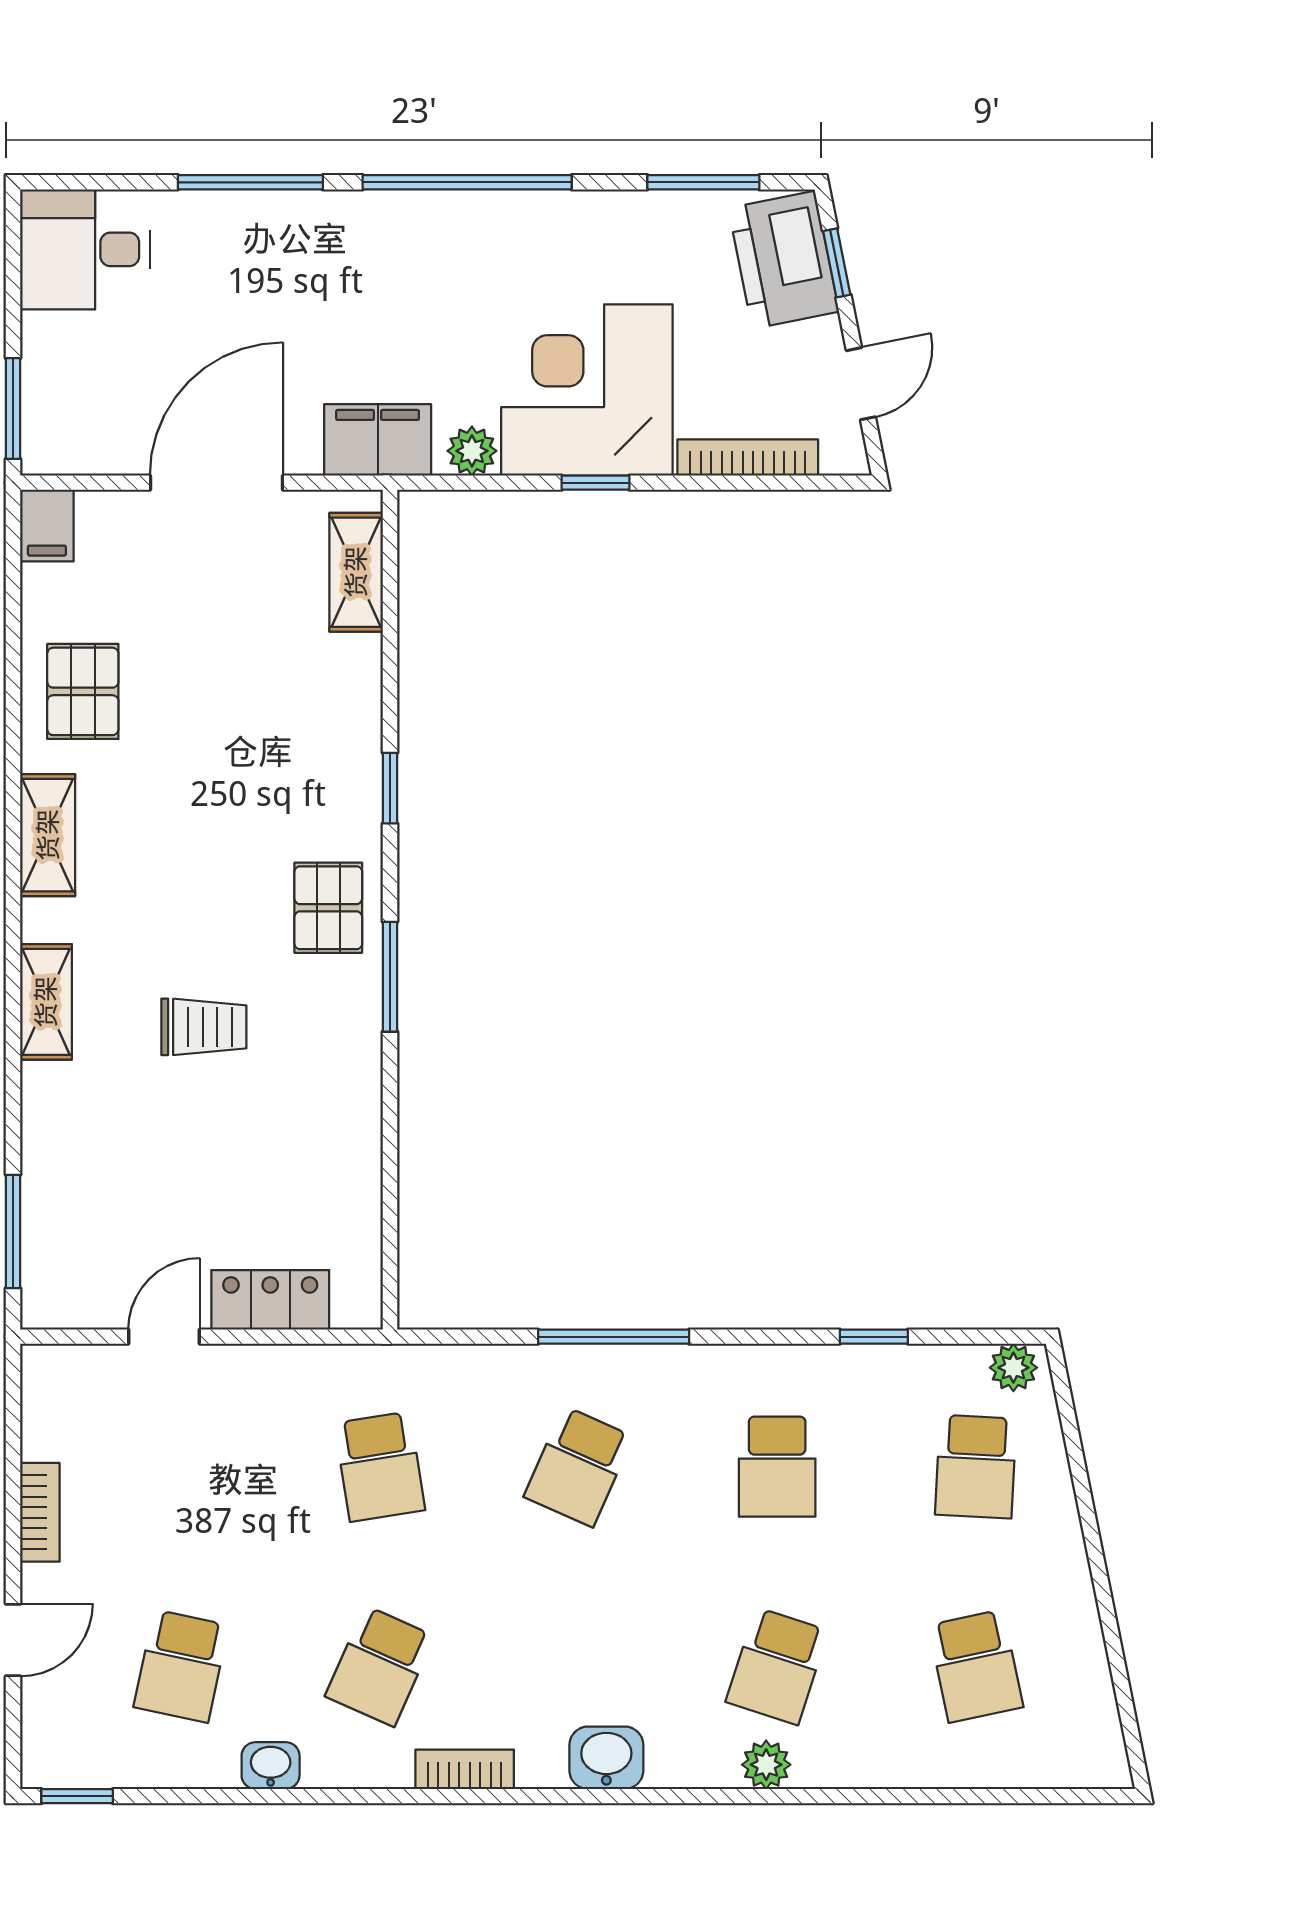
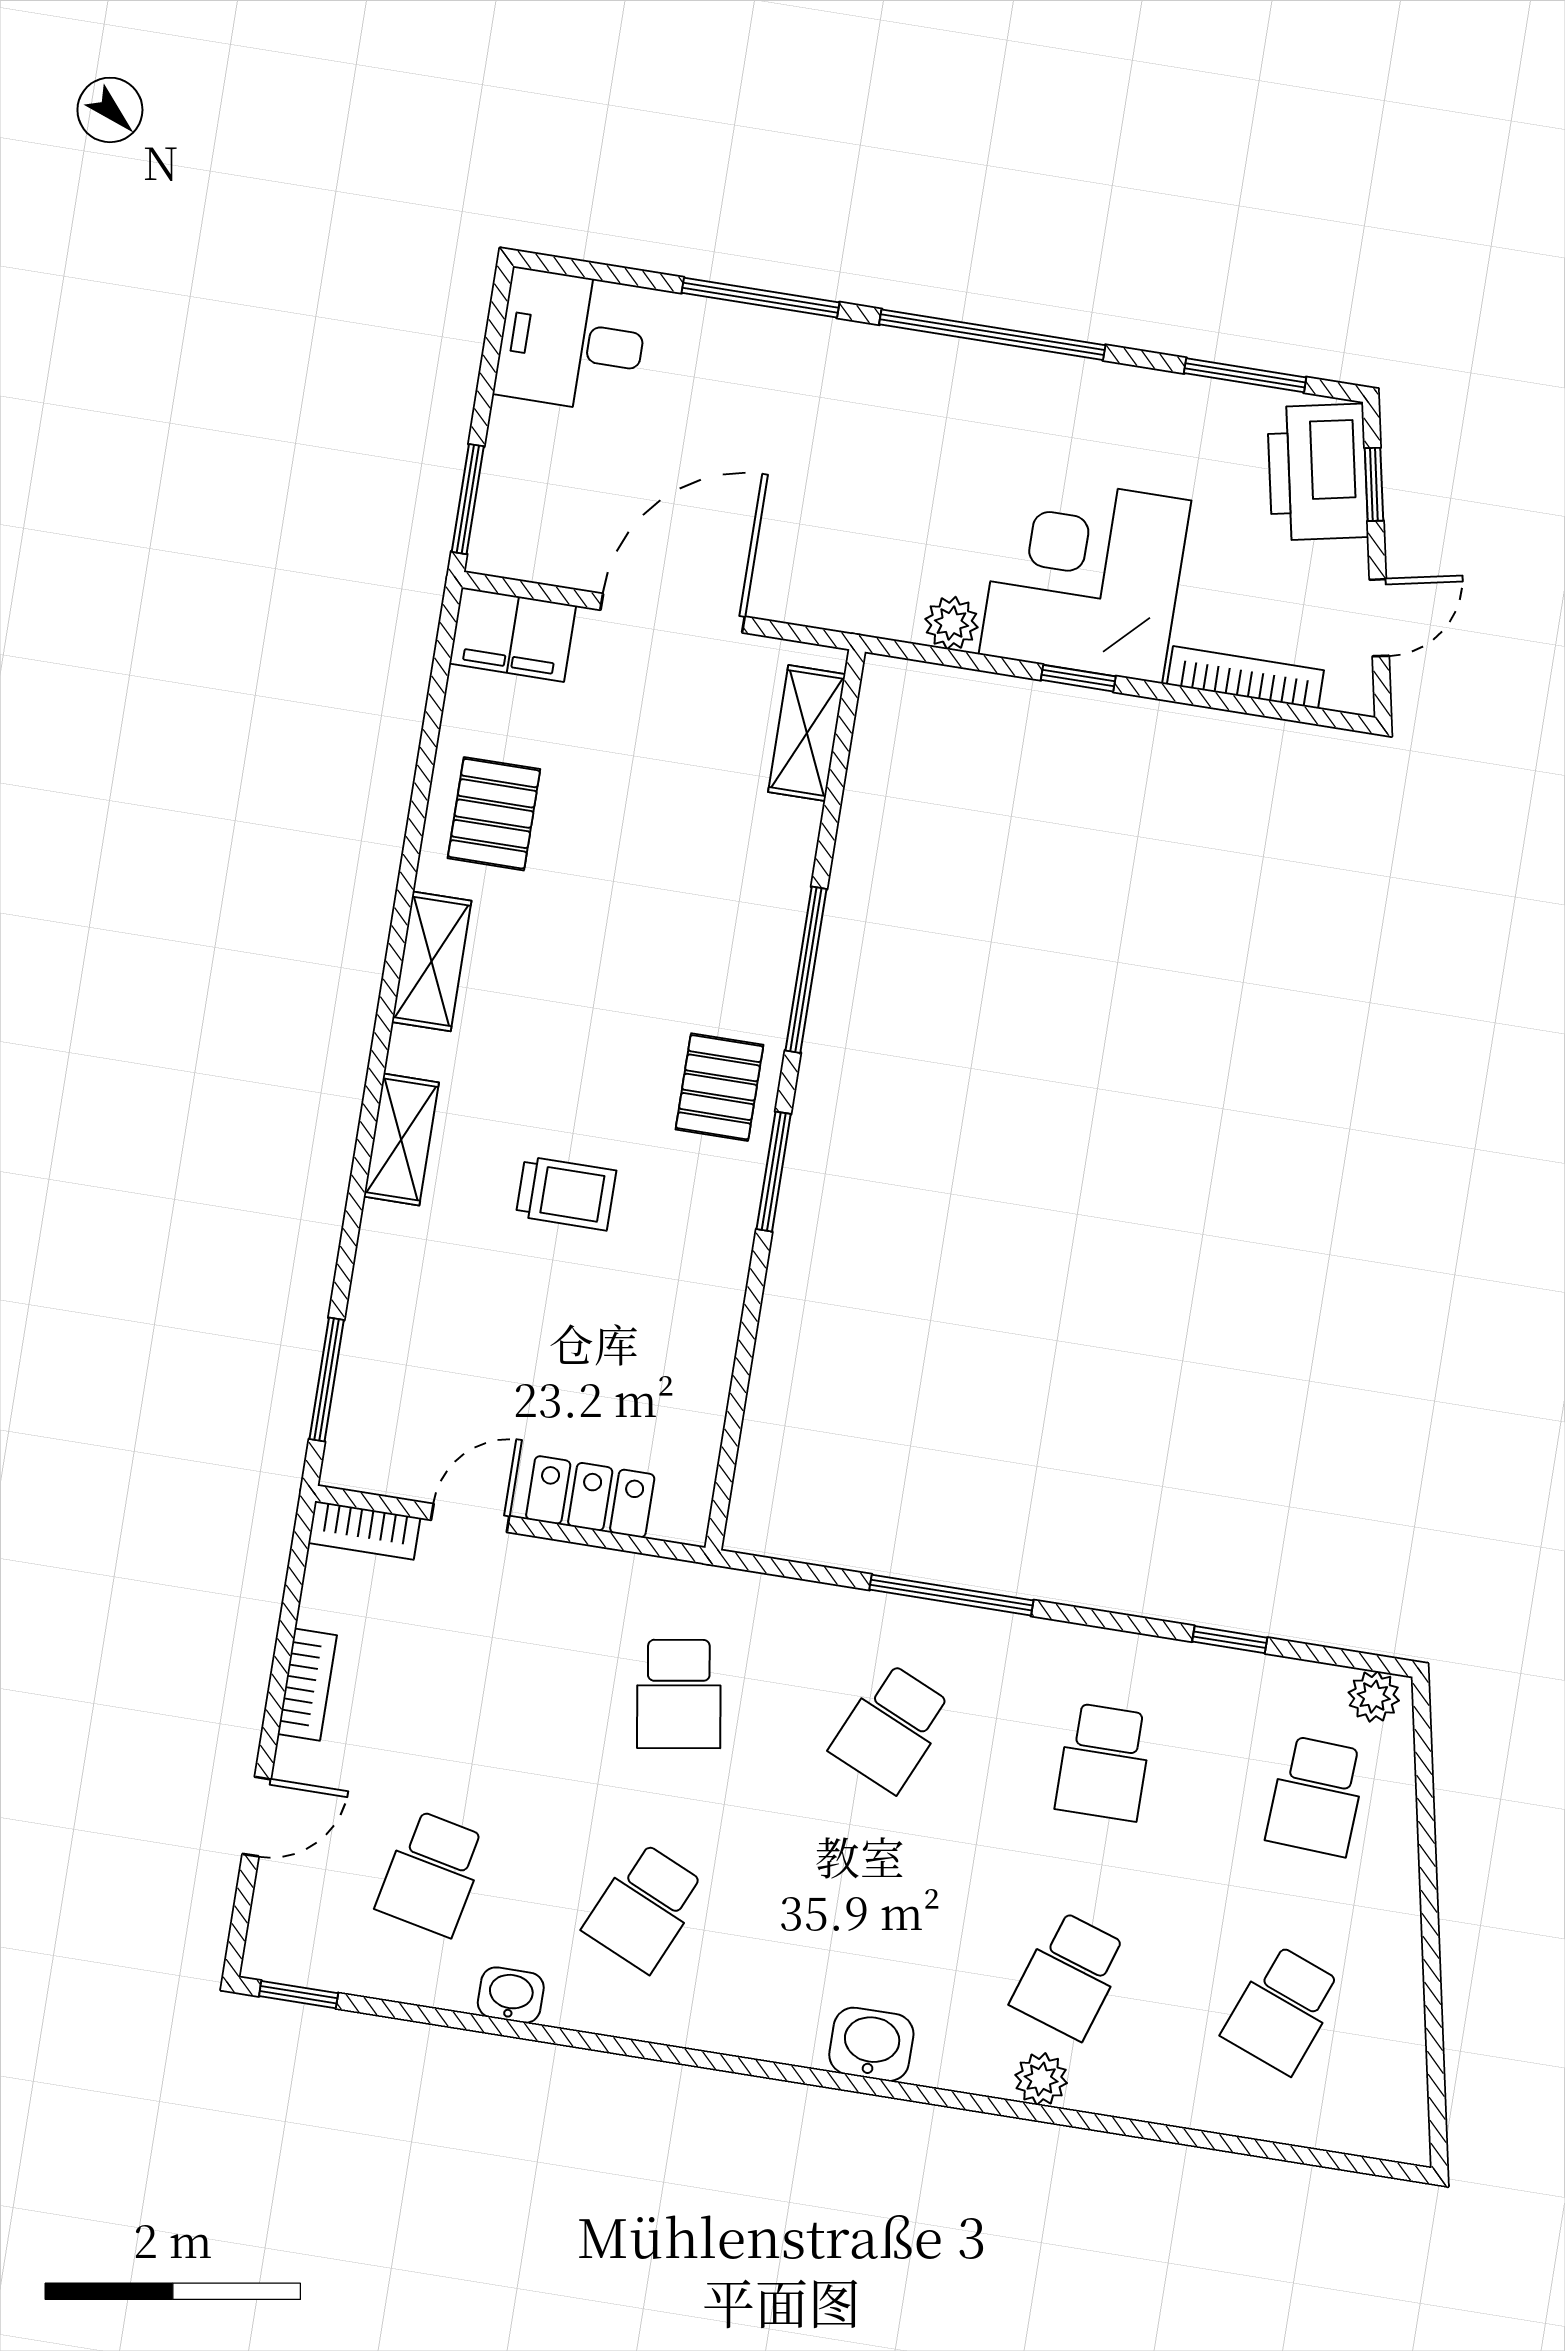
filing cabinet: (378, 440) -> (852, 595), removed
filing cabinet: (47, 525) -> (513, 635), width x2.00
window: (390, 788) -> (806, 970), width x2.17
school desk: (976, 1666) -> (1282, 2010), turned 33
bookcase: (465, 1769) -> (364, 1530), moved, turned 180

